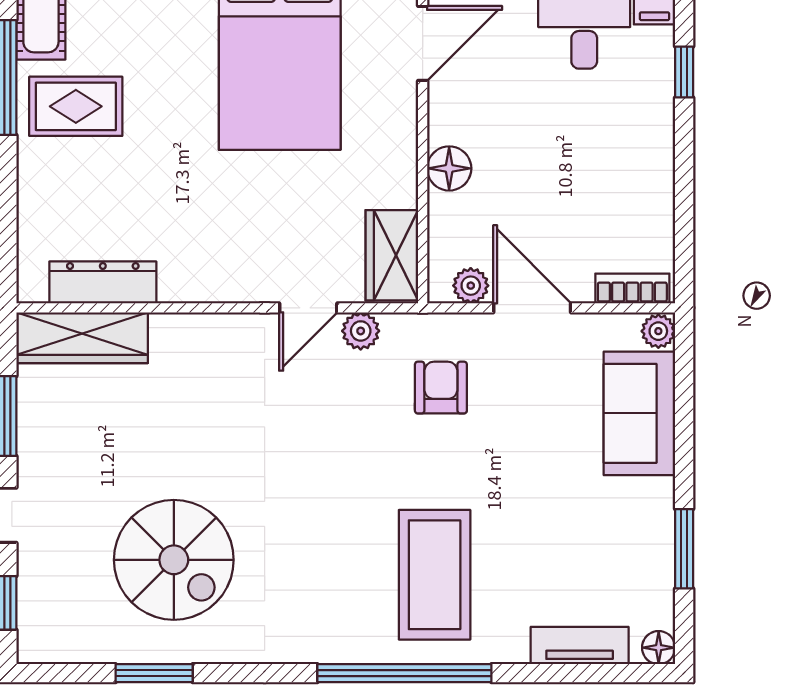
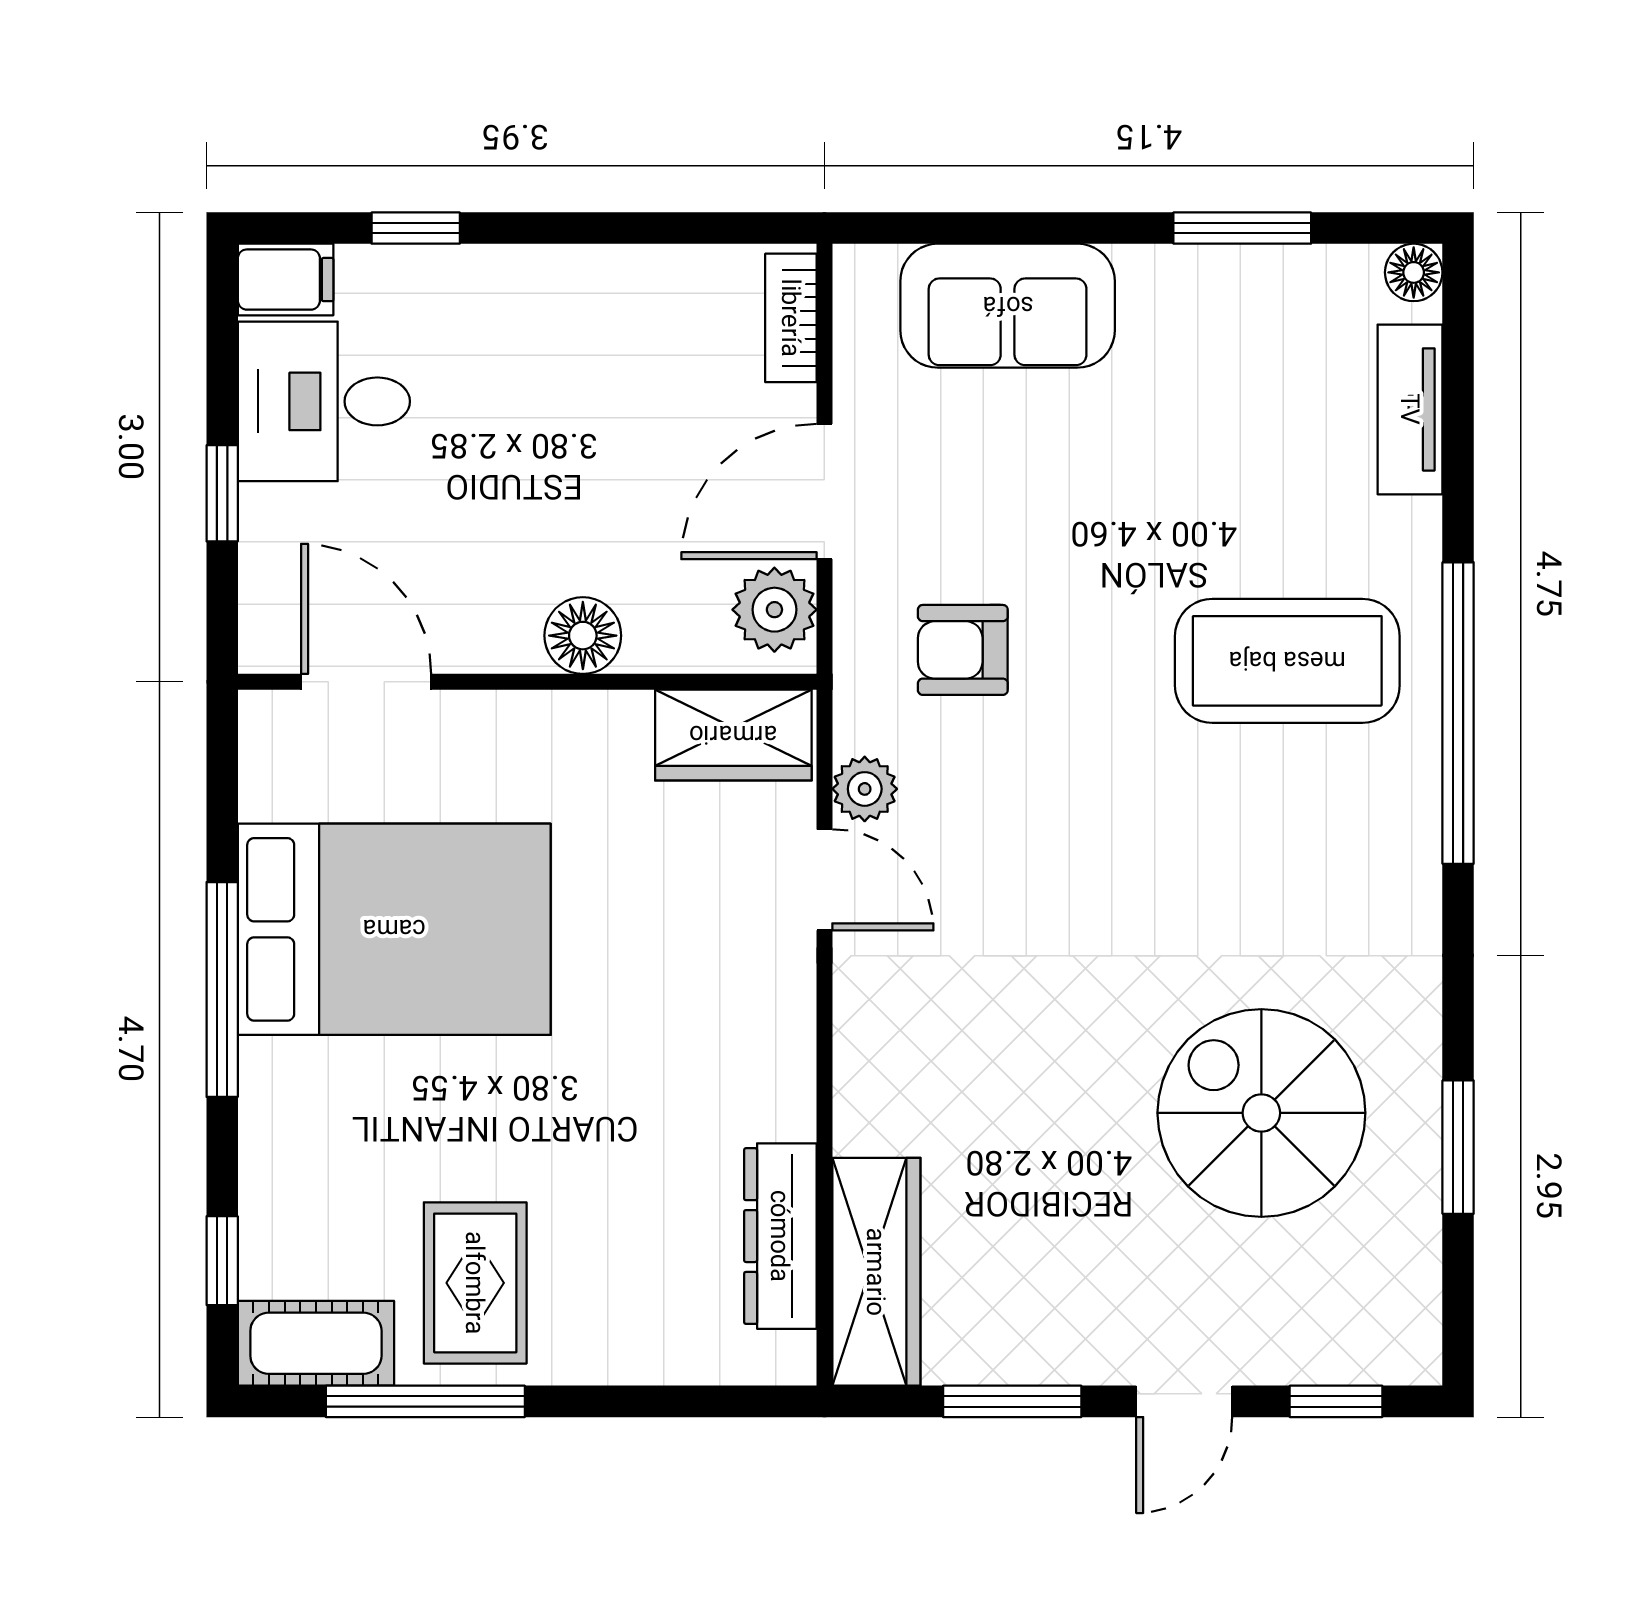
plant: (471, 286) -> (774, 610), width x1.38, depth x1.38
plant: (658, 331) -> (865, 273), removed
spiral stairs: (174, 560) -> (1261, 1113), turned -90

